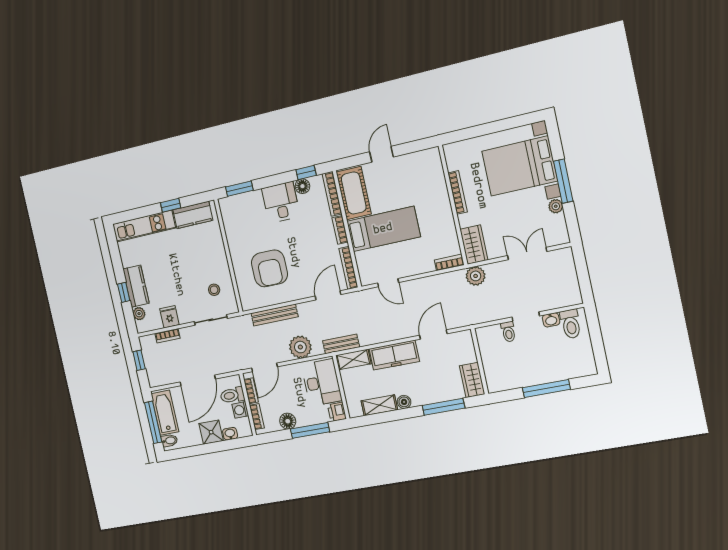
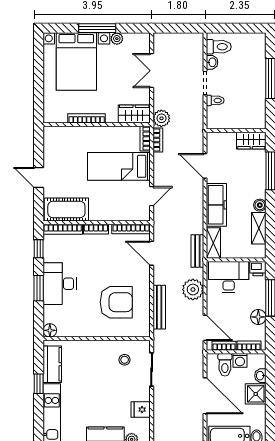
floor lamp: (302, 186) -> (50, 330), moved
window: (239, 189) -> (39, 288), moved
desk: (281, 202) -> (60, 284), width x1.37
bed: (383, 229) -> (119, 166), moved, turned -90
bookcase: (168, 336) -> (158, 140), moved

